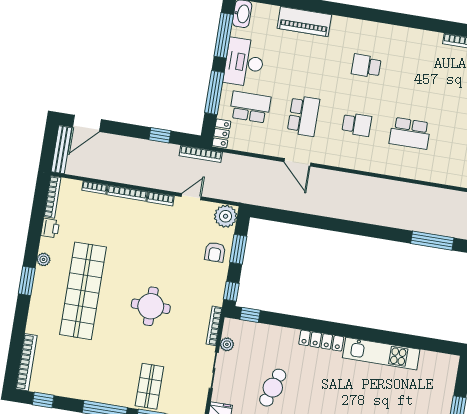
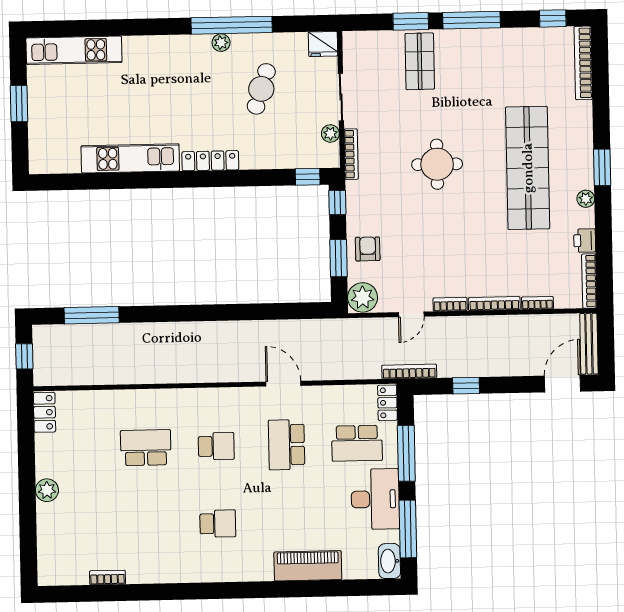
school desk: (357, 125) -> (216, 446), turned 180

